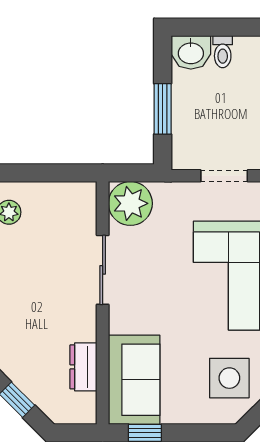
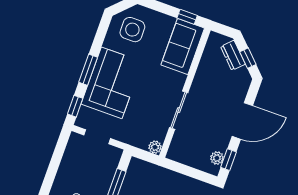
plant: (130, 203) -> (155, 147), width x0.53, depth x0.53
dresser: (83, 367) -> (233, 55), moved, turned 135

